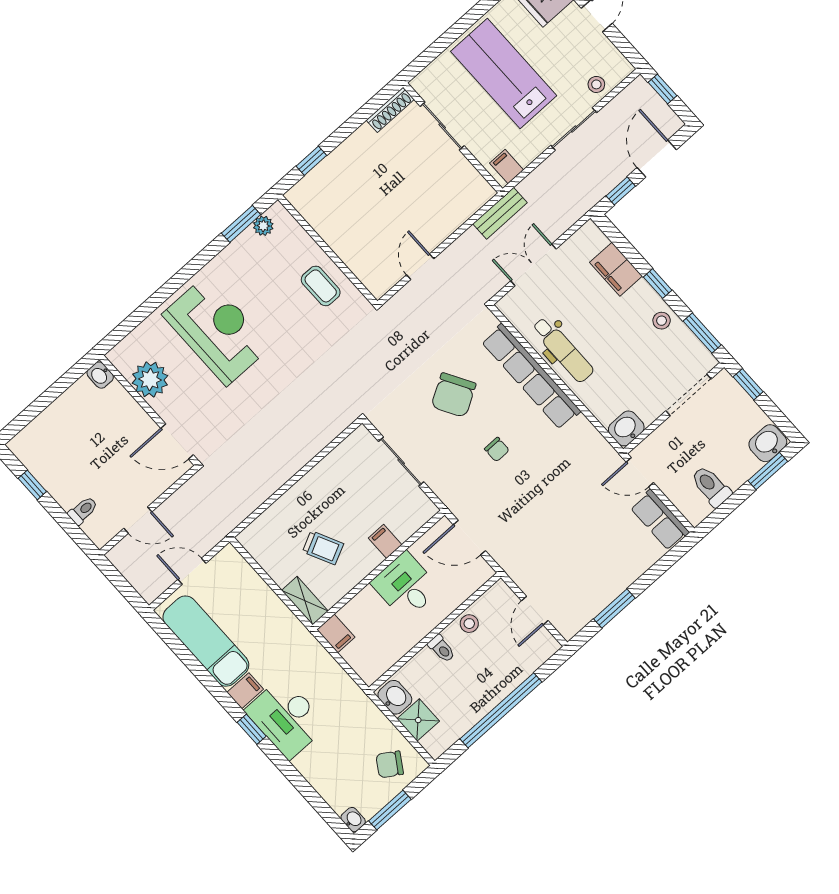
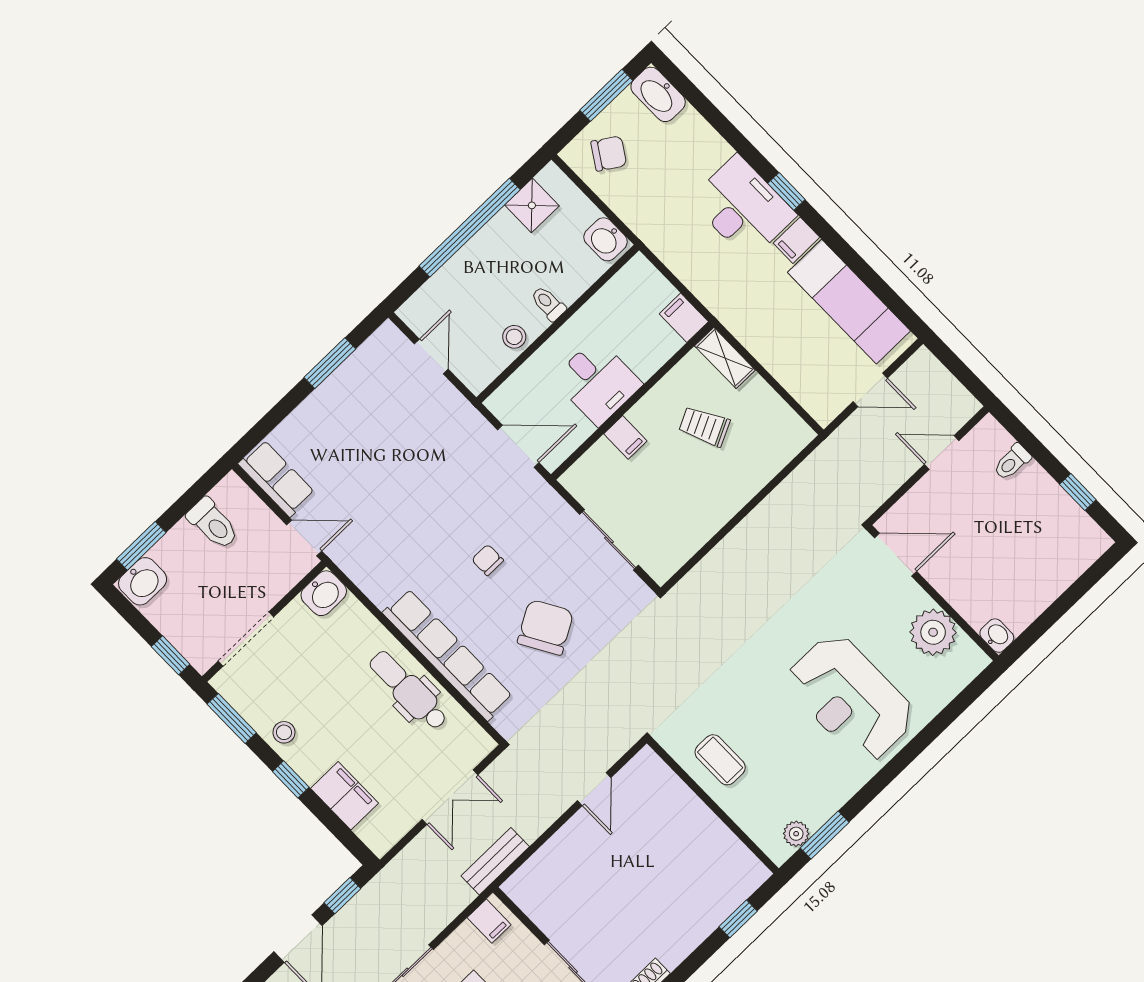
shower: (418, 720) -> (532, 205), moved
washbasin: (353, 820) -> (658, 94), width x1.91, depth x1.45

